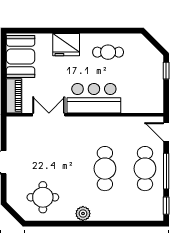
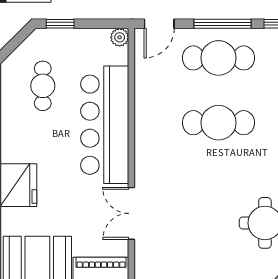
cafe table: (108, 52) -> (43, 86), moved
bar counter: (94, 98) -> (105, 125), width x1.36
plant: (158, 107) -> (120, 37), added

